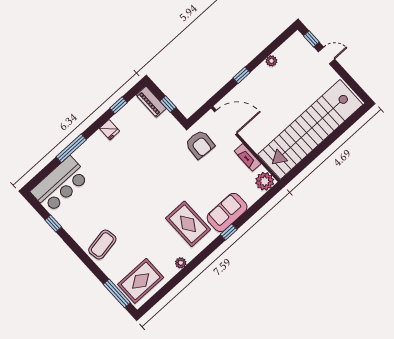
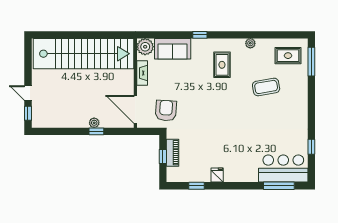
plant: (271, 61) -> (94, 123), moved
piano: (151, 102) -> (172, 153), moved
window: (71, 148) -> (279, 186), moved
sofa: (227, 212) -> (173, 49), moved
rug: (188, 224) -> (222, 65), width x0.73, depth x0.70
coffee table: (102, 245) -> (266, 87), moved
rug: (141, 281) -> (288, 56), width x0.73, depth x0.70

